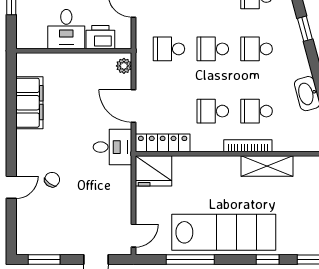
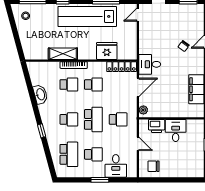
school desk: (213, 49) -> (93, 119), width x1.85
door: (134, 106) -> (138, 87), hinge flipped
fridge: (154, 171) -> (107, 51), moved

